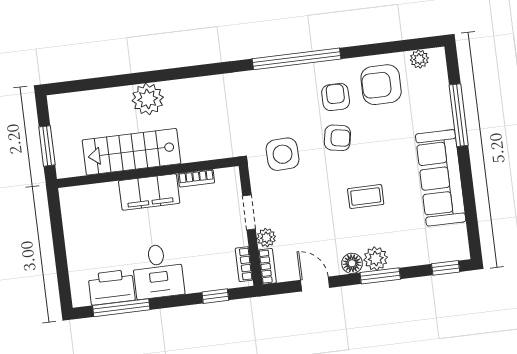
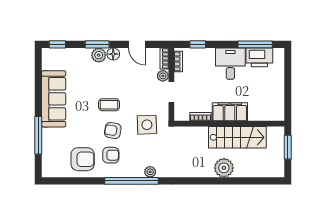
plant: (419, 59) -> (150, 172), moved
armchair: (336, 97) -> (111, 155), turned -90
coffee table: (366, 196) -> (109, 105), moved

